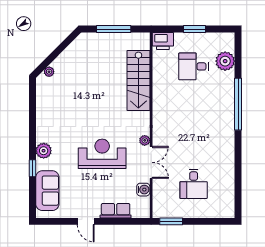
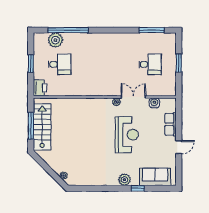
desk: (194, 66) -> (60, 64), turned -90
stairs: (138, 80) -> (42, 127), moved, turned -90
window: (238, 104) -> (68, 30), moved
reception desk: (102, 154) -> (127, 135), turned 180
window: (238, 186) -> (152, 30), added
window: (171, 221) -> (179, 63), moved

